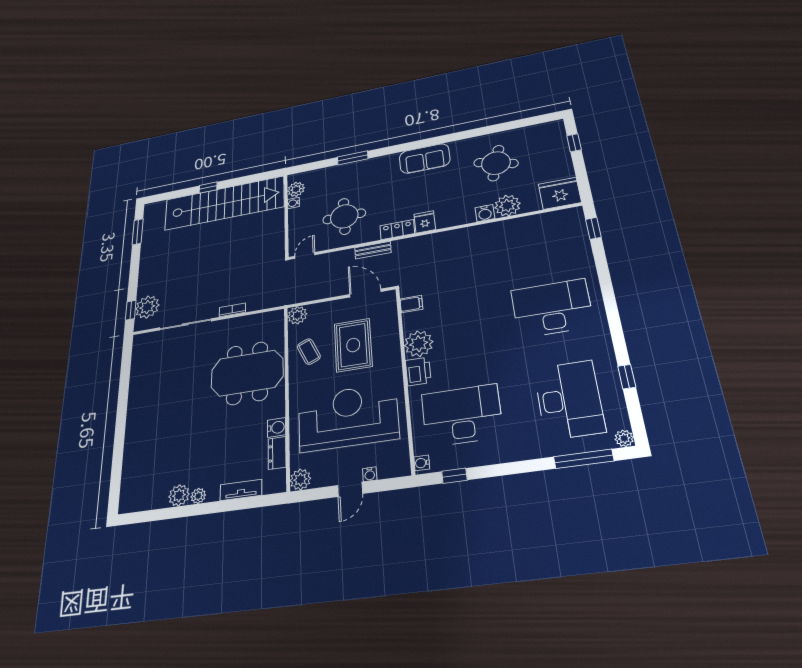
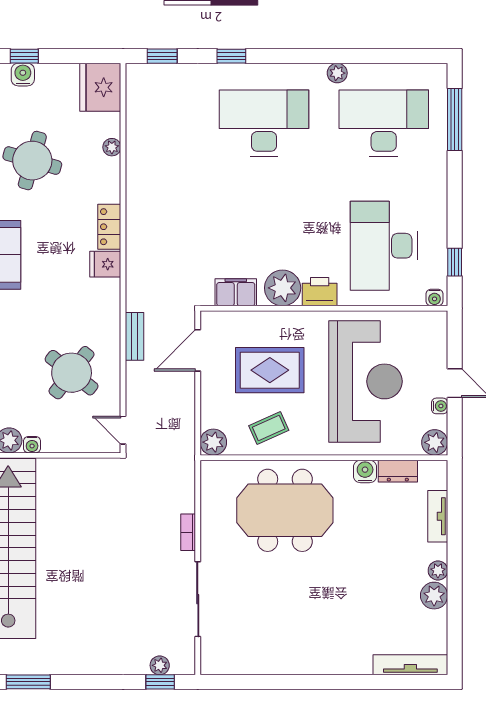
plant: (507, 206) -> (112, 147), width x0.53, depth x0.53
water cooler: (485, 213) -> (23, 75), moved, turned -90
round table: (344, 216) -> (72, 373), turned 38
locker: (397, 230) -> (109, 227), moved
filing cabinet: (411, 304) -> (236, 292), width x2.00
plant: (147, 307) -> (160, 665), width x0.53, depth x0.53
desk: (552, 308) -> (264, 123), turned 90
meeting table: (247, 373) -> (285, 510), turned 90
window: (627, 377) -> (231, 56), moved
reception desk: (348, 417) -> (365, 381), turned 180
plant: (624, 438) -> (337, 73), moved
water cooler: (370, 474) -> (440, 406), moved
tv unit: (128, 484) -> (410, 665), added

